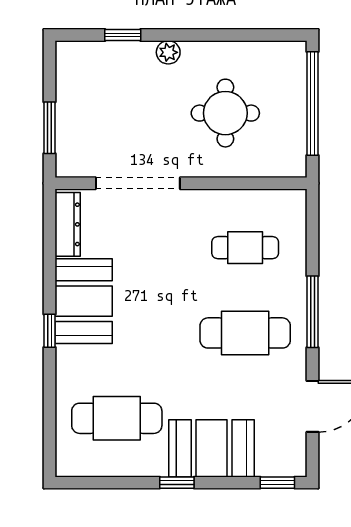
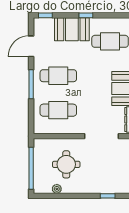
plant: (168, 52) -> (57, 189), moved
cafe table: (245, 248) -> (58, 110), width x1.37, depth x1.35

